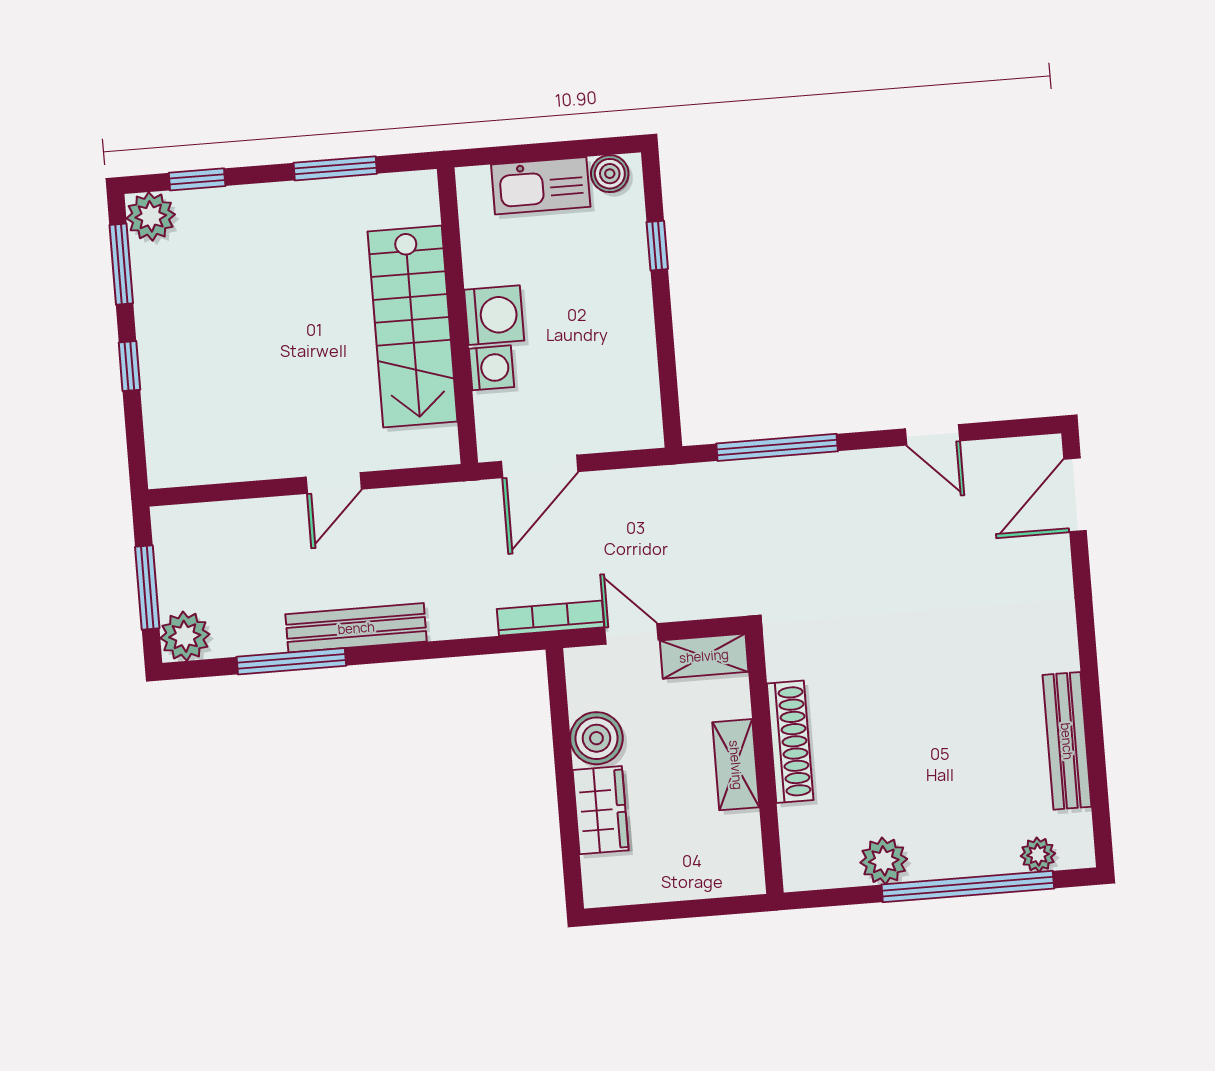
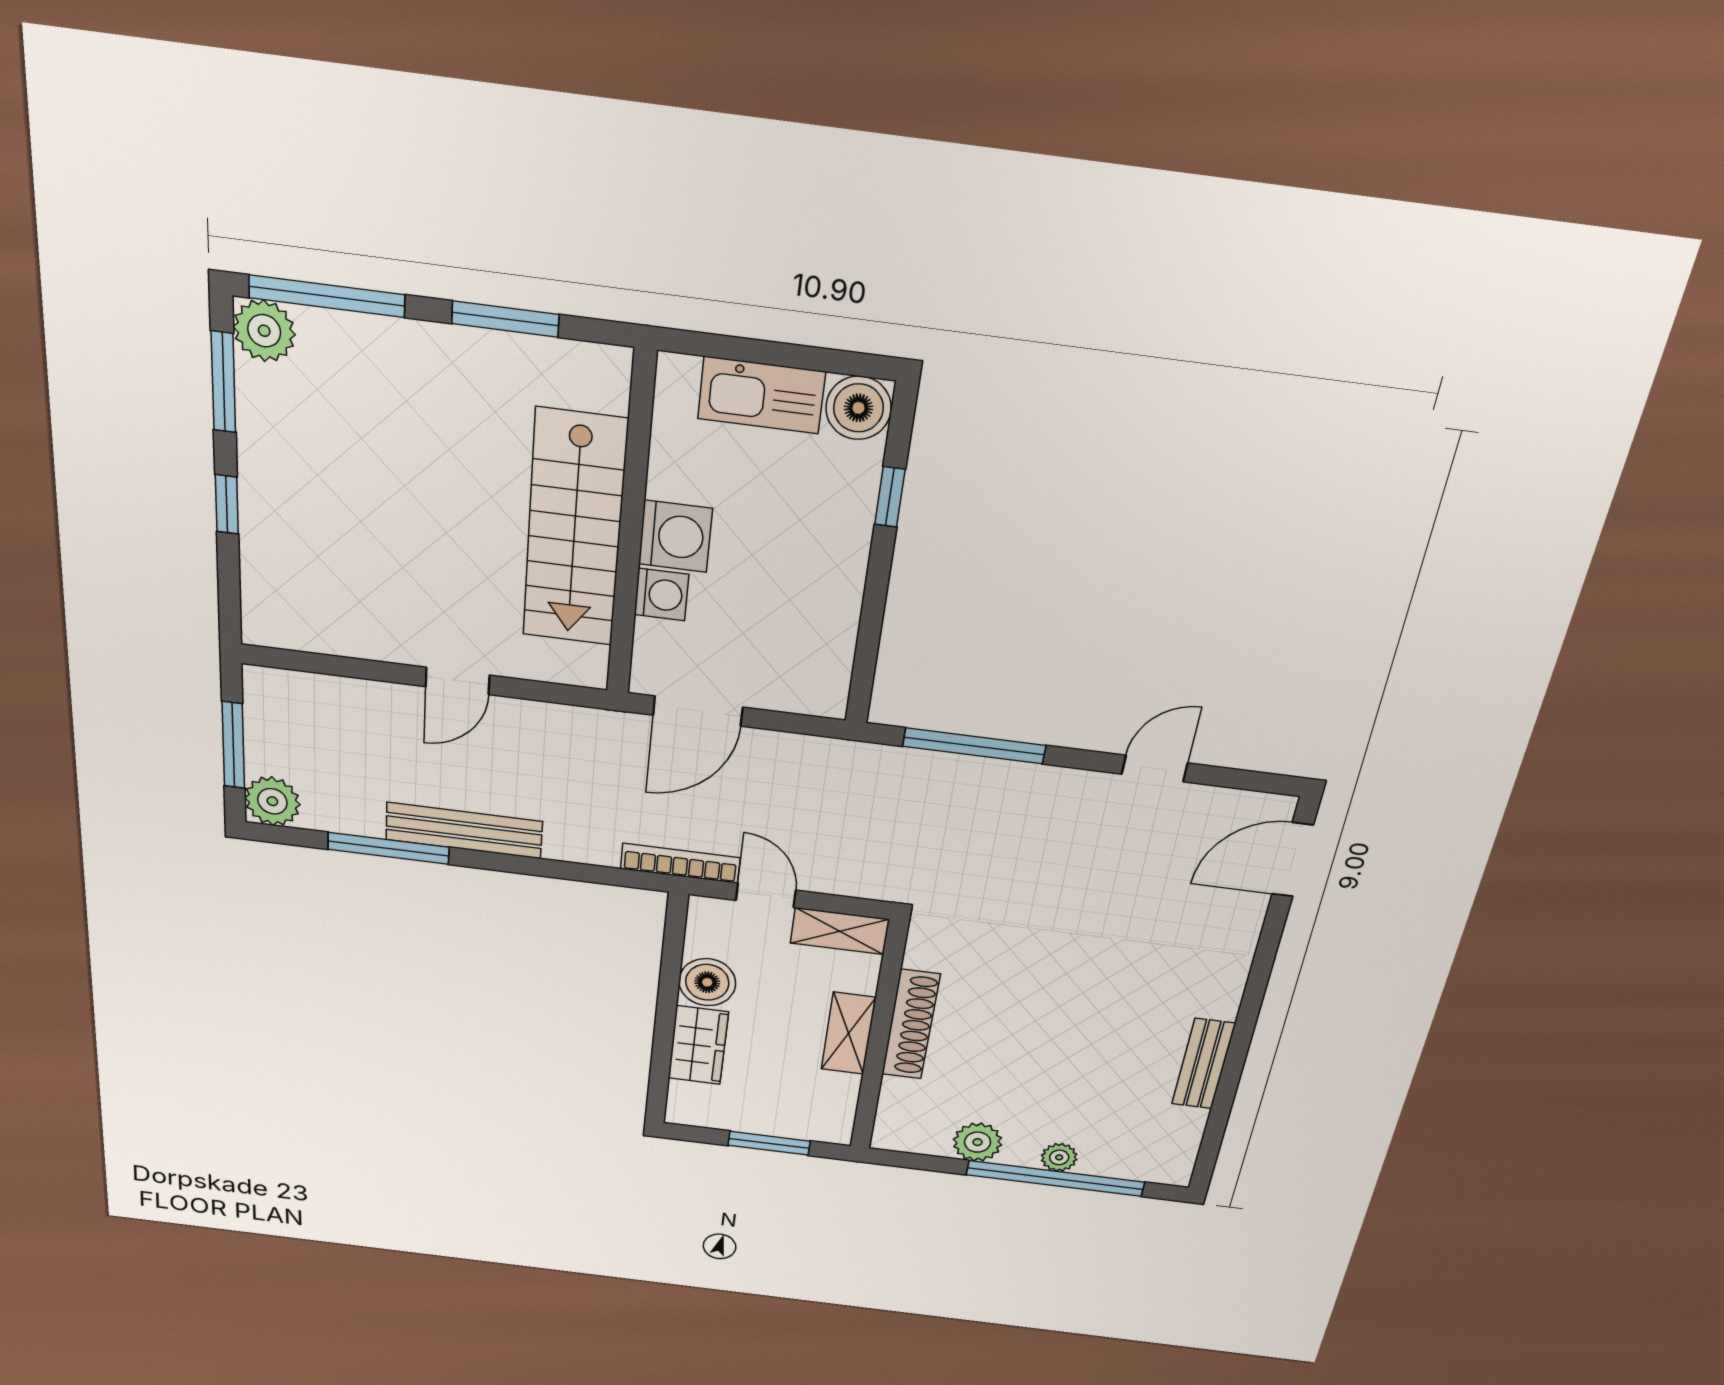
boiler: (610, 174) -> (858, 408), width x1.36, depth x1.36
window: (197, 179) -> (327, 296), width x2.17
door: (933, 435) -> (1155, 769), swing flipped
bench: (1067, 741) -> (1203, 1064), width x0.73
plant: (1038, 855) -> (1059, 1157), moved
window: (688, 909) -> (769, 1143), added

